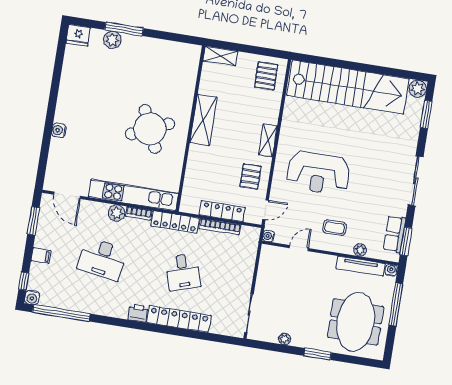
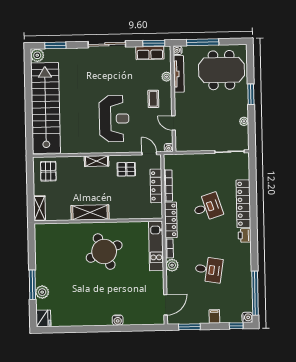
pallet: (266, 76) -> (48, 171), turned 90
kitchen unit: (133, 195) -> (156, 246), width x0.73
desk: (102, 259) -> (209, 270), width x0.73

